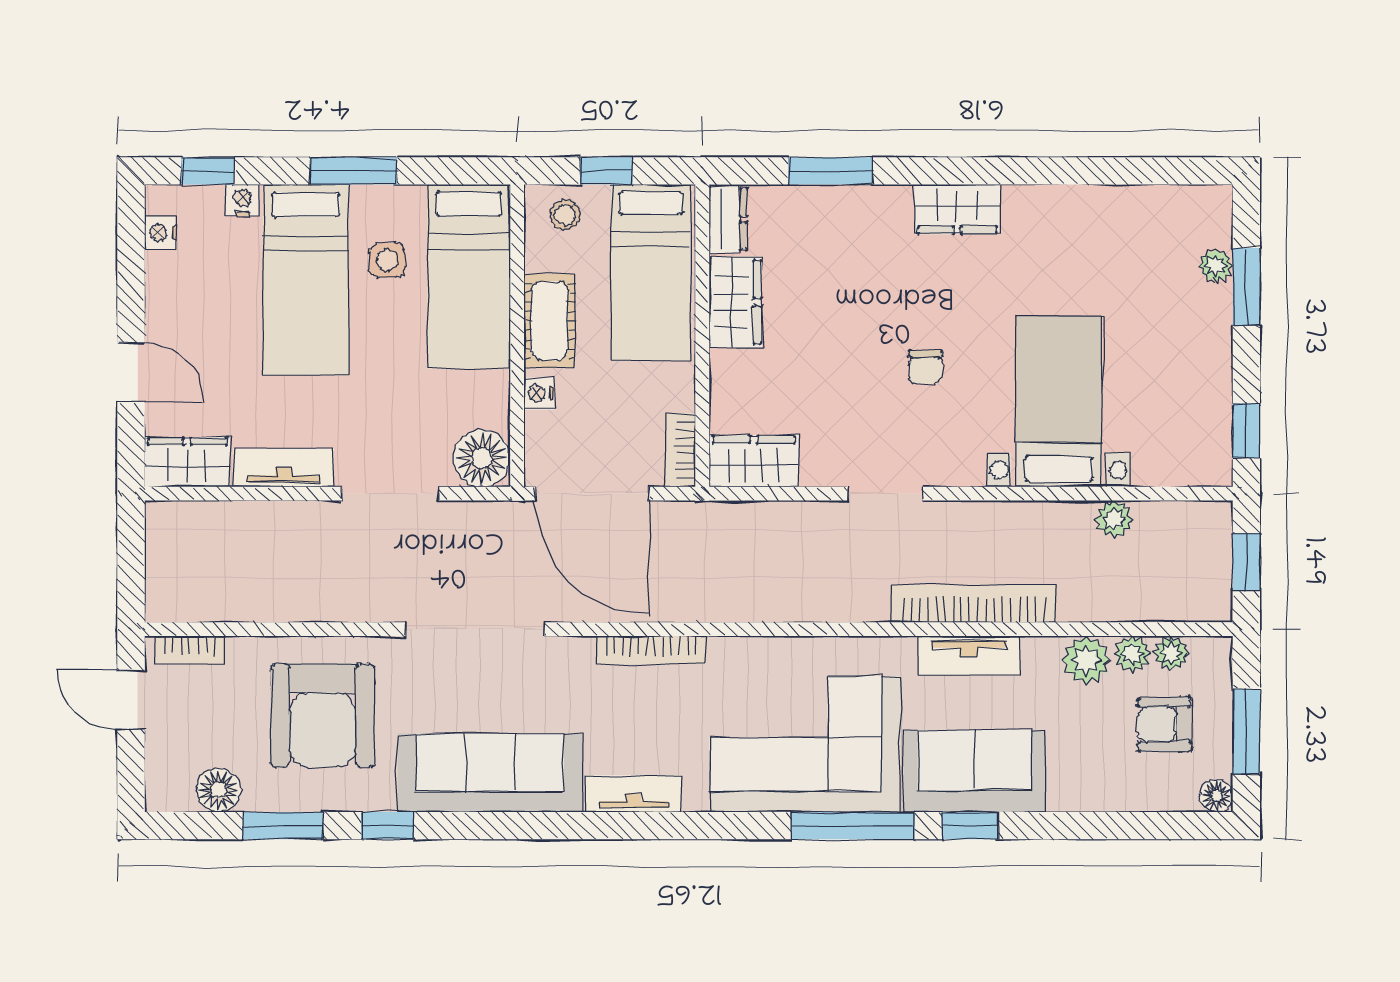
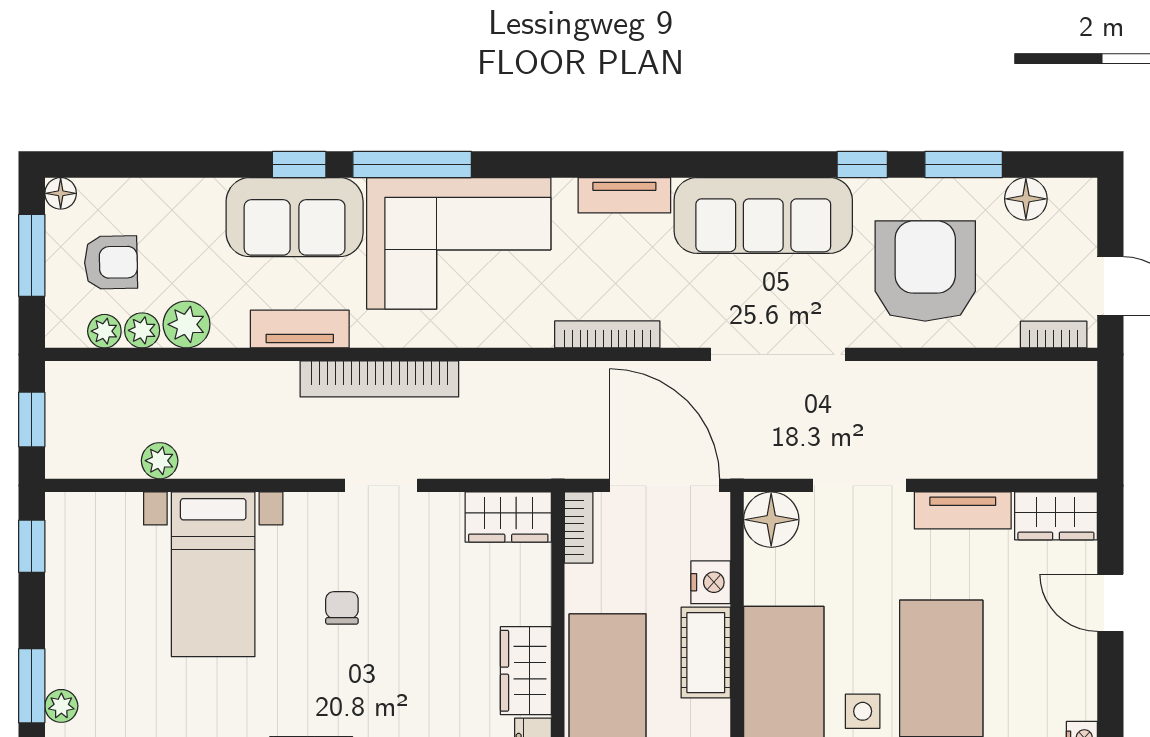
nightstand: (539, 394) -> (711, 582), width x1.39, depth x1.35
bookcase: (974, 604) -> (379, 379), moved

